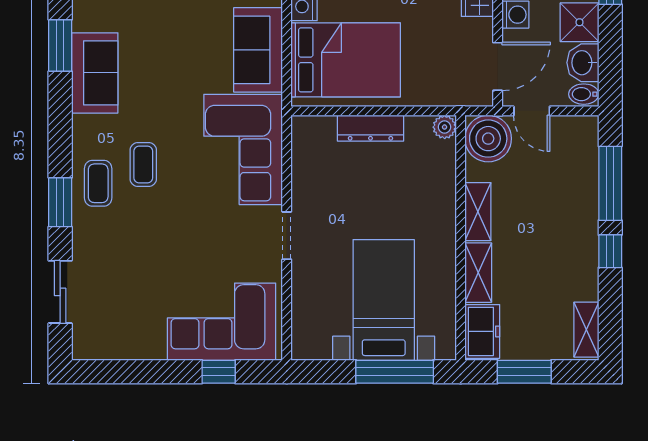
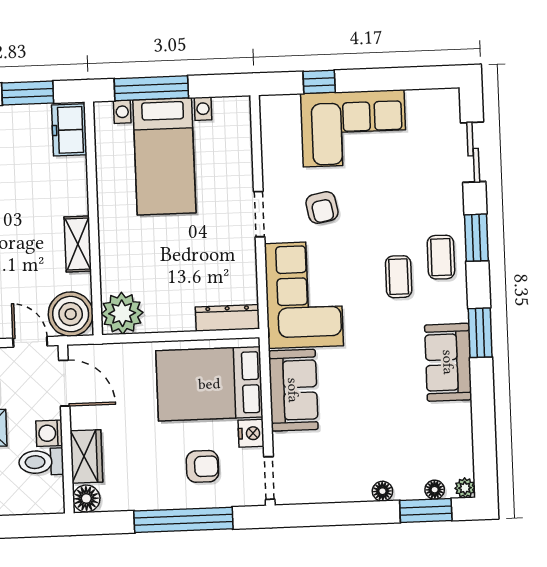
window: (60, 46) -> (480, 333), moved
door: (498, 66) -> (64, 383), swing flipped
plant: (445, 127) -> (122, 313), width x1.87, depth x1.87
dresser: (370, 128) -> (227, 318), moved
armchair: (221, 240) -> (322, 208), added
shelving: (478, 273) -> (75, 186), removed
corner sofa: (222, 322) -> (354, 128), moved

